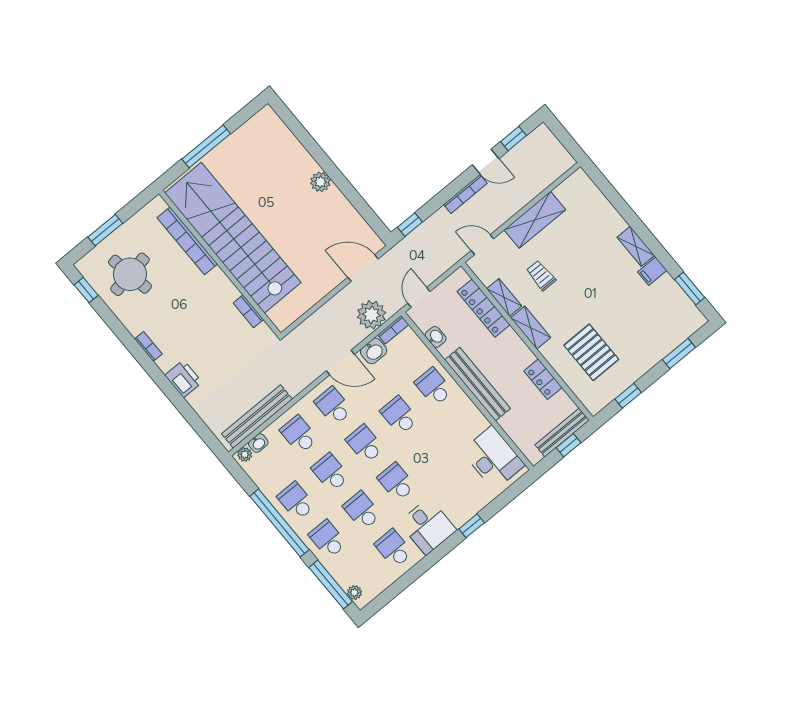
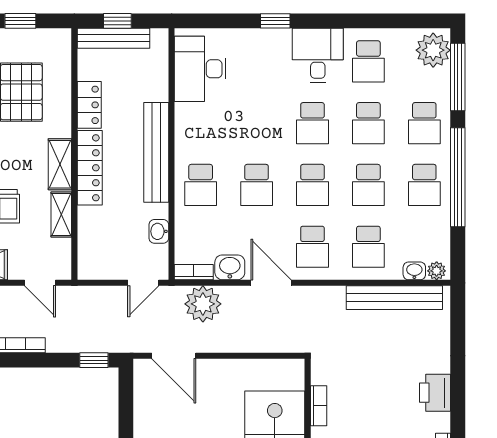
locker: (484, 308) -> (90, 168), moved
plant: (354, 593) -> (433, 50), width x1.87, depth x1.87

